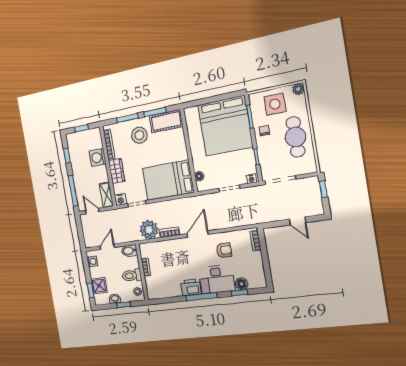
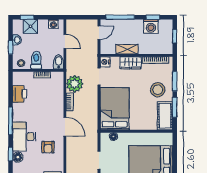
washing machine: (98, 157) -> (151, 26), moved, turned 180
shelving: (106, 195) -> (127, 49), moved
printer: (191, 287) -> (20, 94), moved

